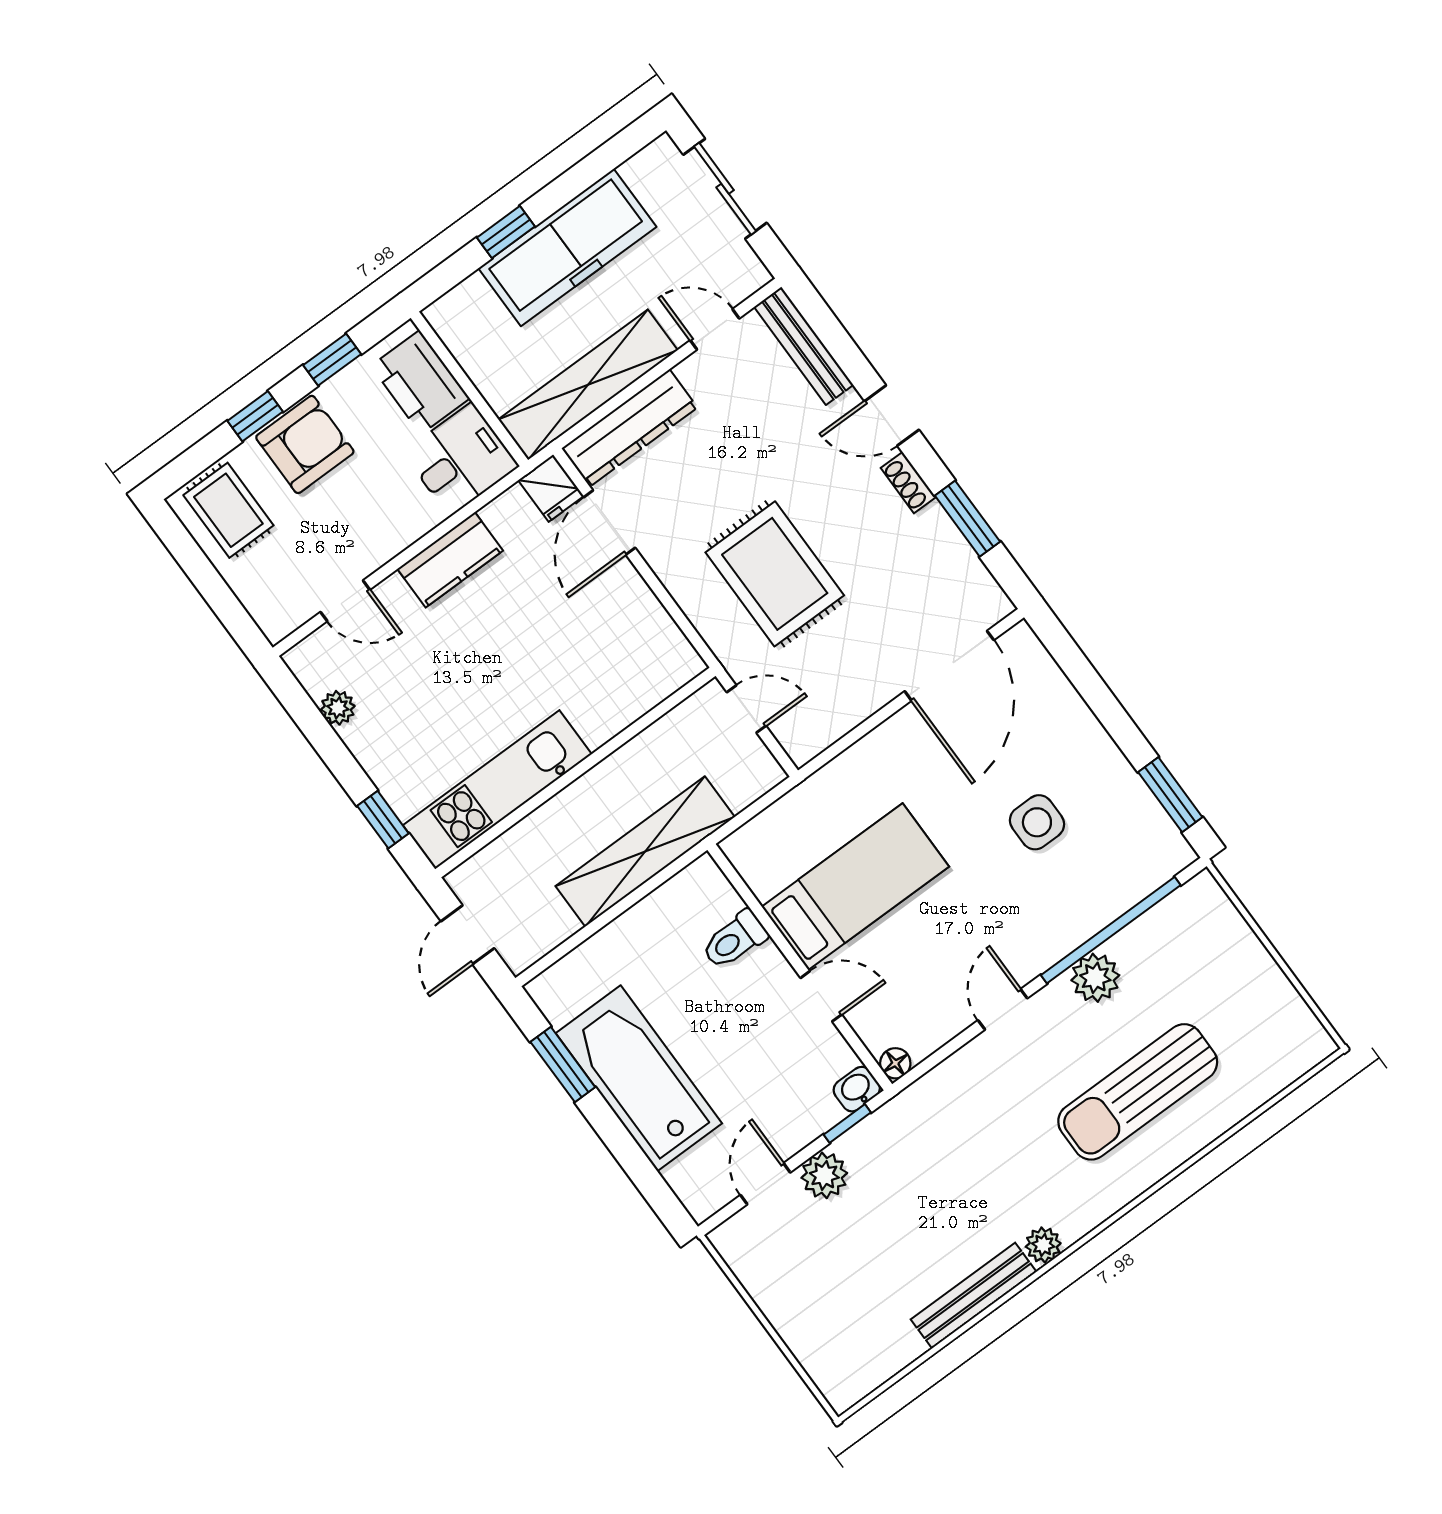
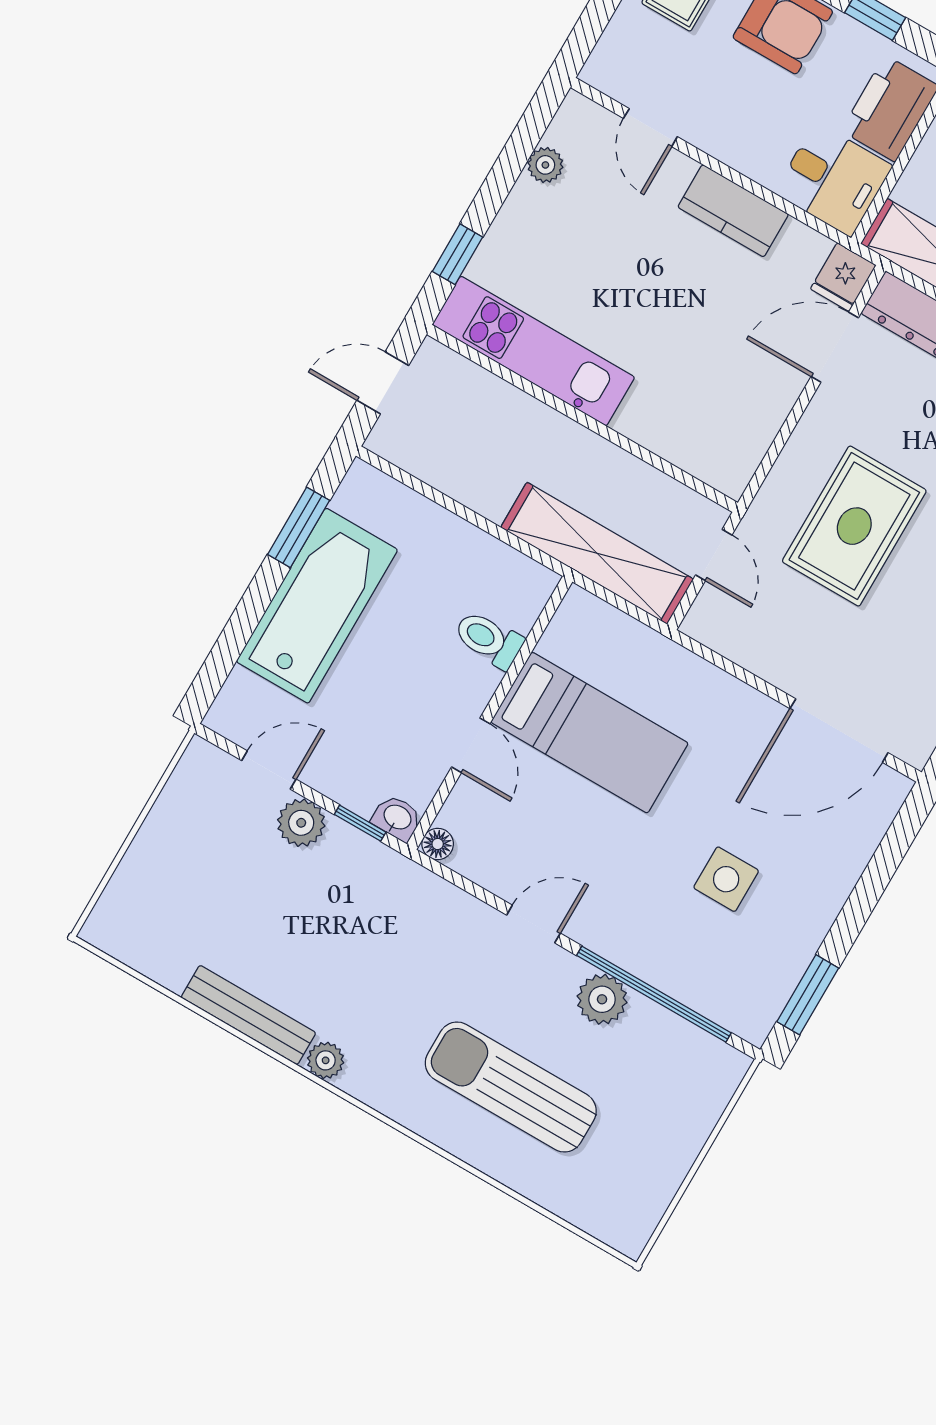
shelving: (645, 852) -> (597, 553), moved

